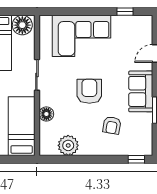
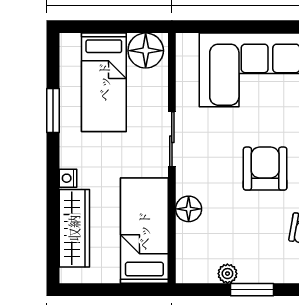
plant: (68, 145) -> (227, 274), width x0.53, depth x0.53
window: (82, 159) -> (252, 290), added

